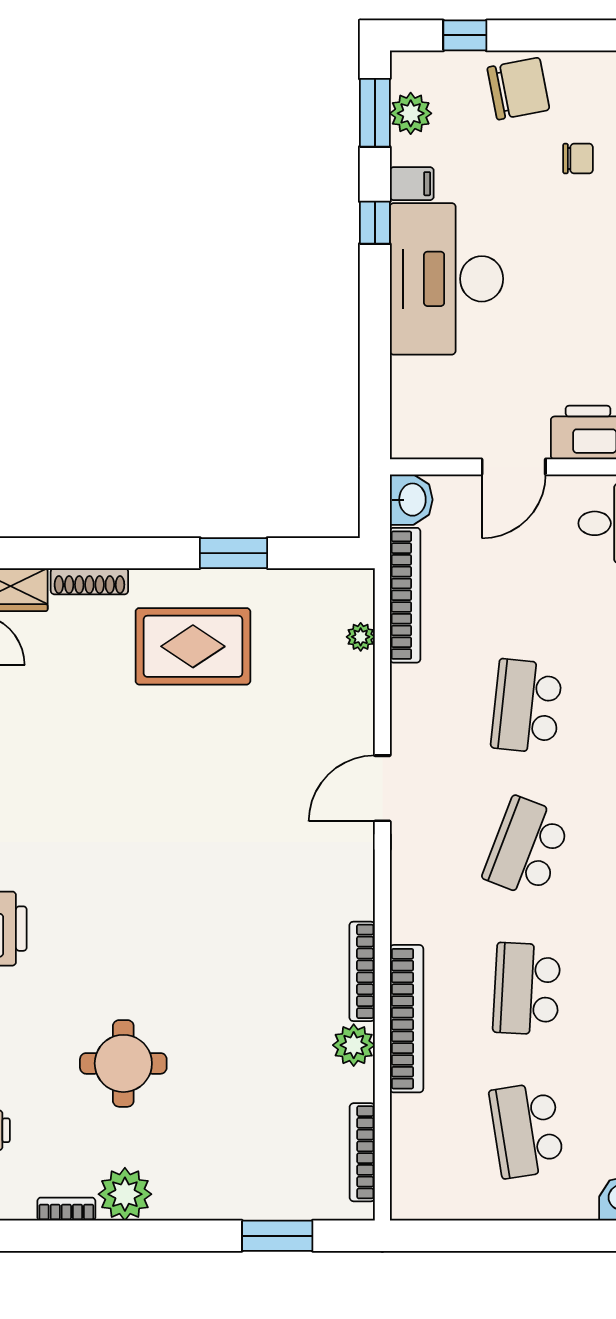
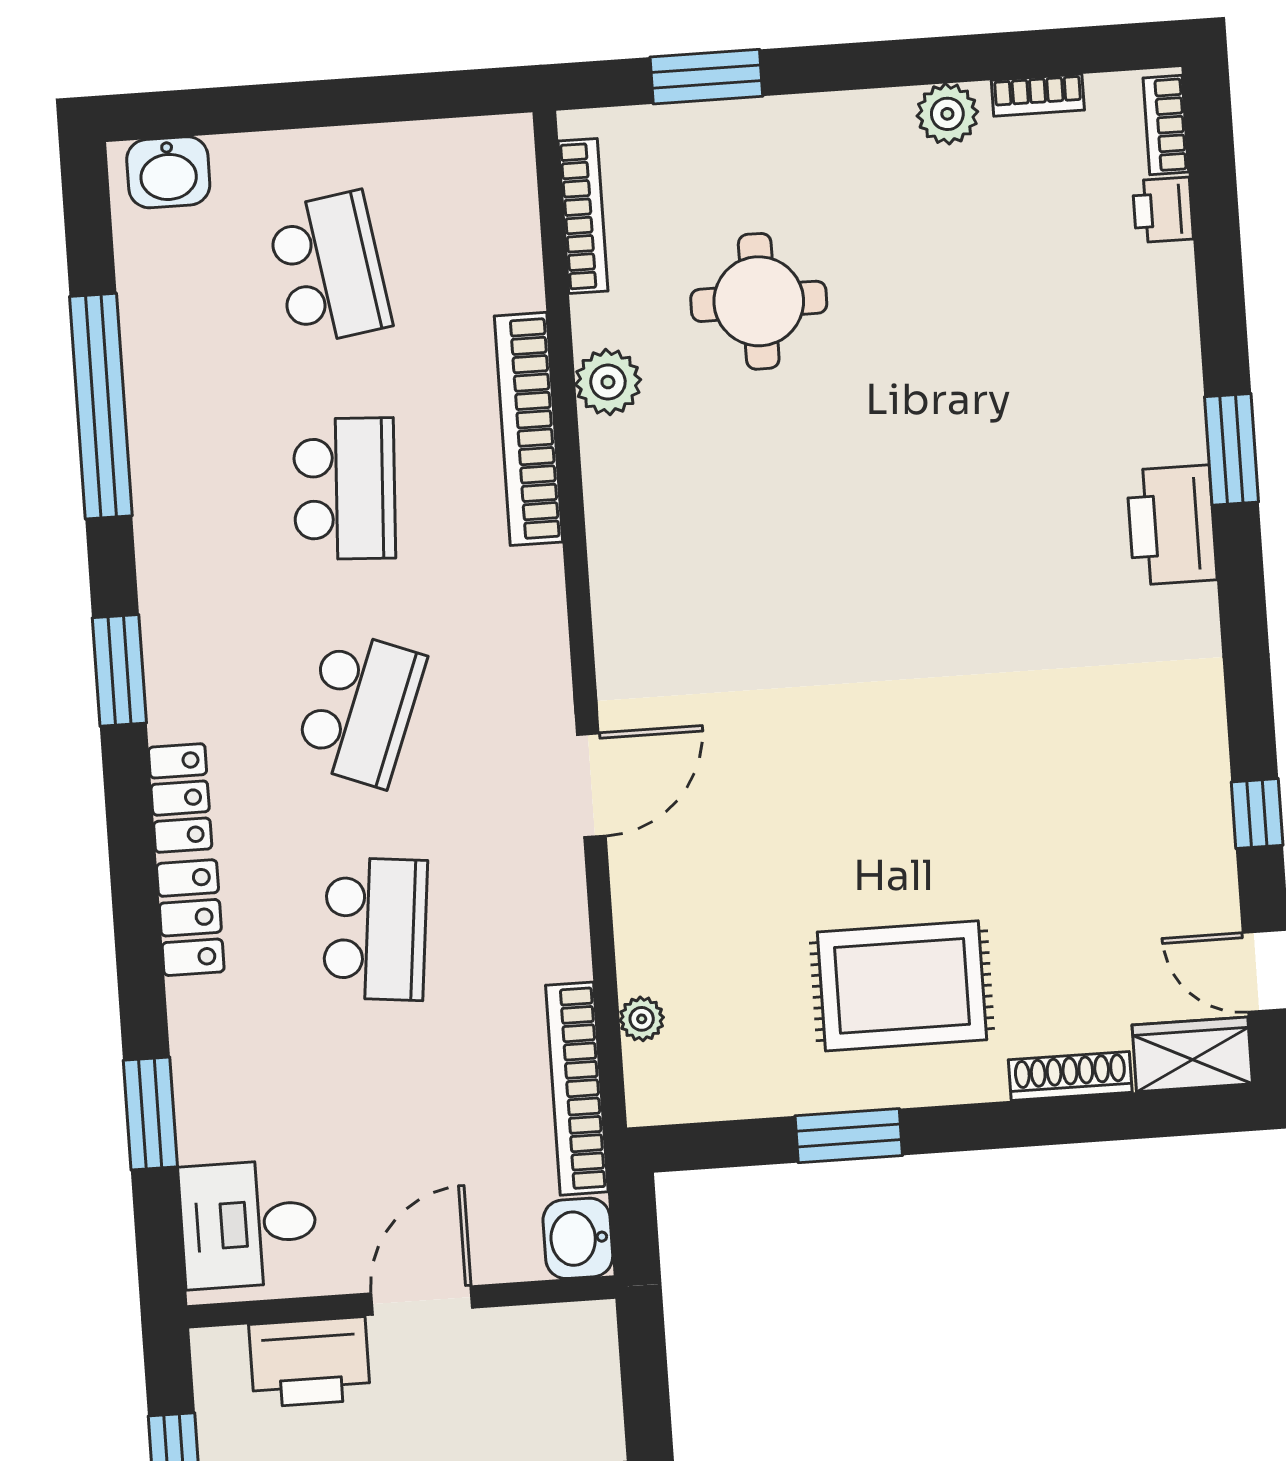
bookcase: (362, 971) -> (603, 498), removed
round table: (123, 1063) -> (759, 301), moved
plant: (125, 1194) -> (947, 114), width x0.73, depth x0.73

